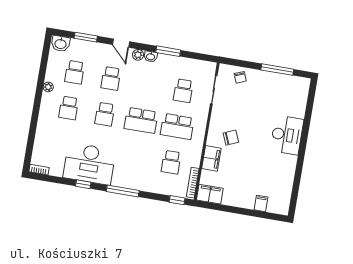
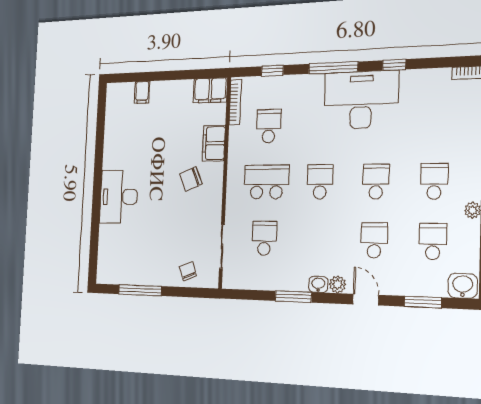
school desk: (141, 120) -> (320, 182), width x0.54
desk: (89, 164) -> (361, 100), moved
window: (177, 200) -> (272, 71), moved

